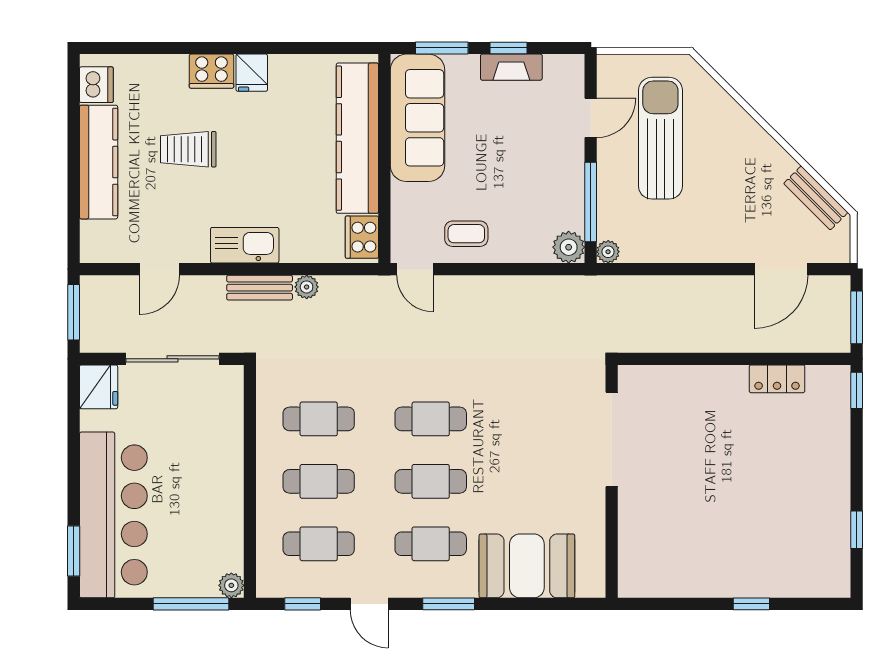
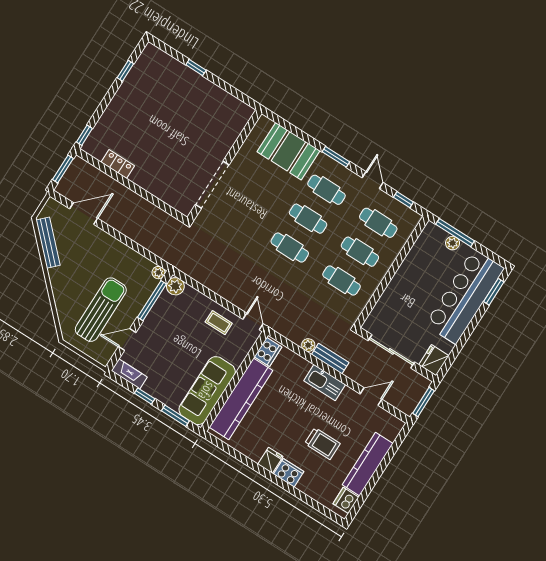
fireplace: (511, 67) -> (129, 374), moved
sun lounger: (660, 138) -> (101, 310), turned 180
bench: (816, 198) -> (48, 243), width x1.36
plant: (231, 585) -> (453, 243), moved

